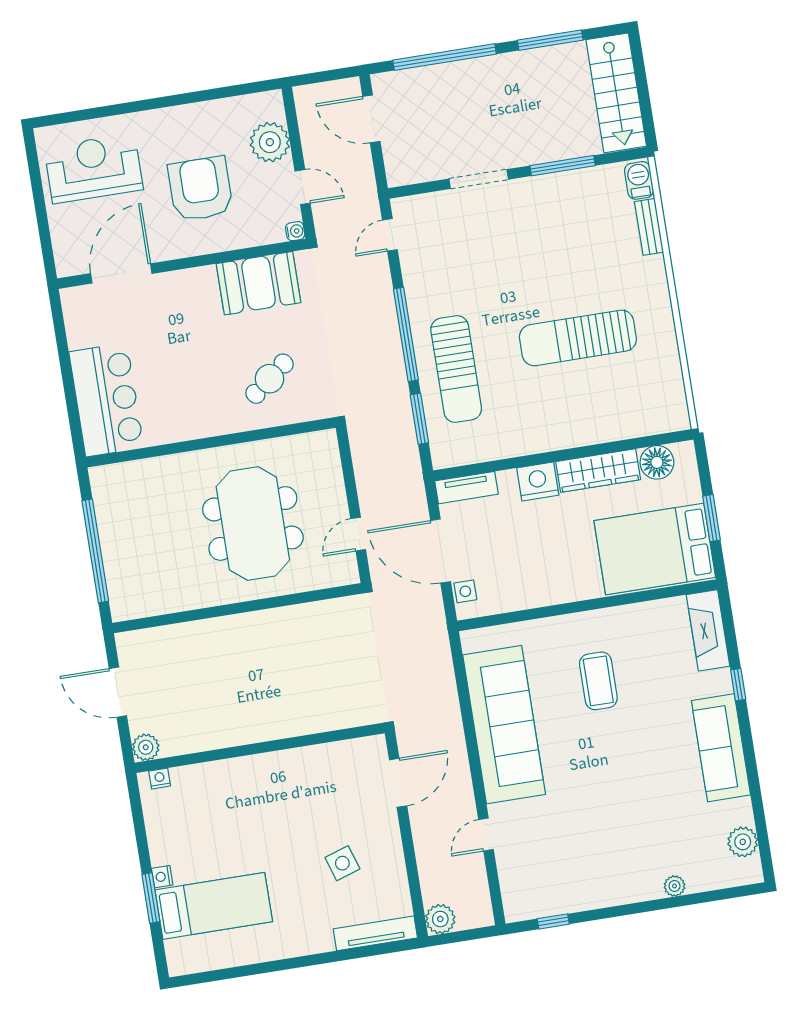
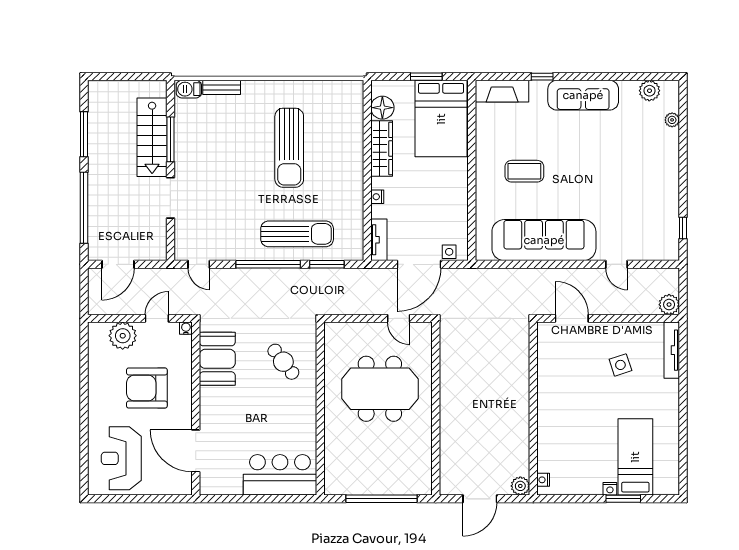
stairs: (616, 93) -> (152, 137), moved, turned 90
nightstand: (538, 481) -> (377, 197), width x0.53, depth x0.56
plant: (675, 886) -> (672, 120), moved

